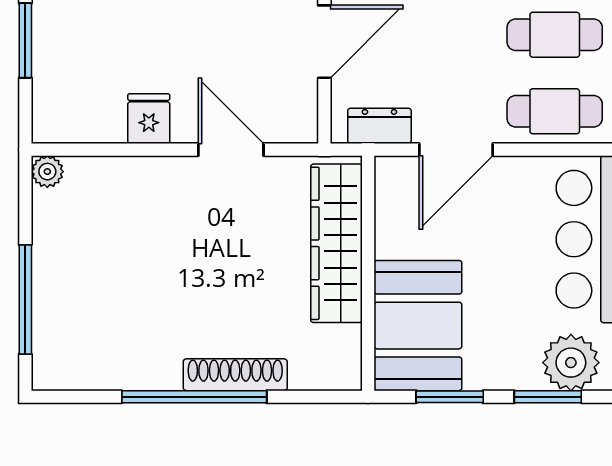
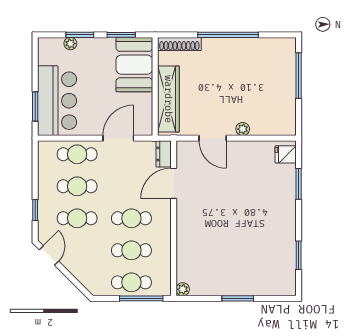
fridge: (149, 119) -> (286, 154), moved, turned 90
dresser: (379, 126) -> (164, 154), moved, turned 90
plant: (47, 172) -> (243, 129), moved
plant: (571, 363) -> (70, 44), width x0.53, depth x0.53
shoe rack: (235, 375) -> (179, 44), moved

